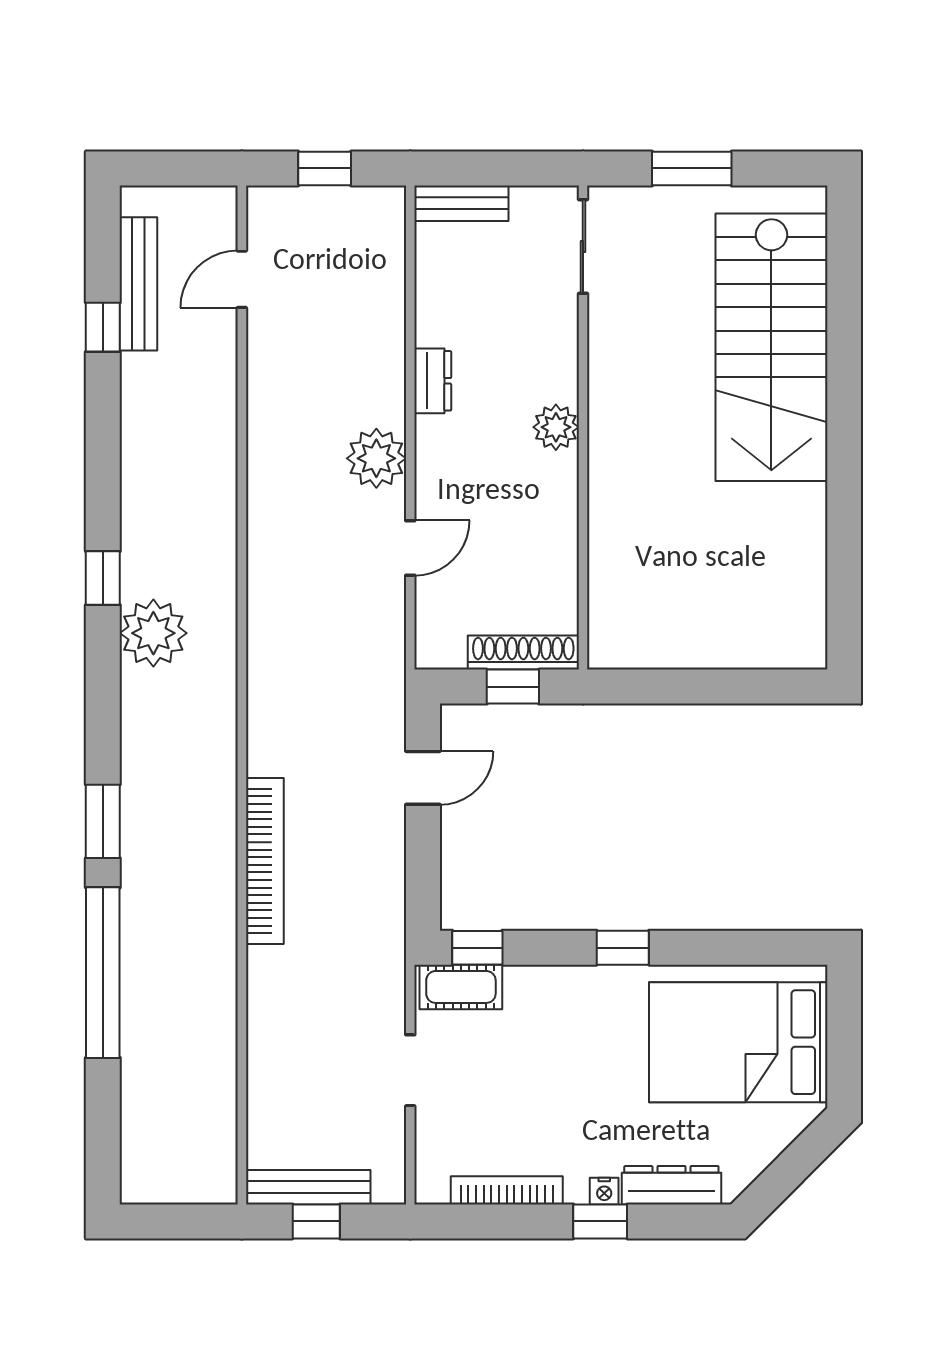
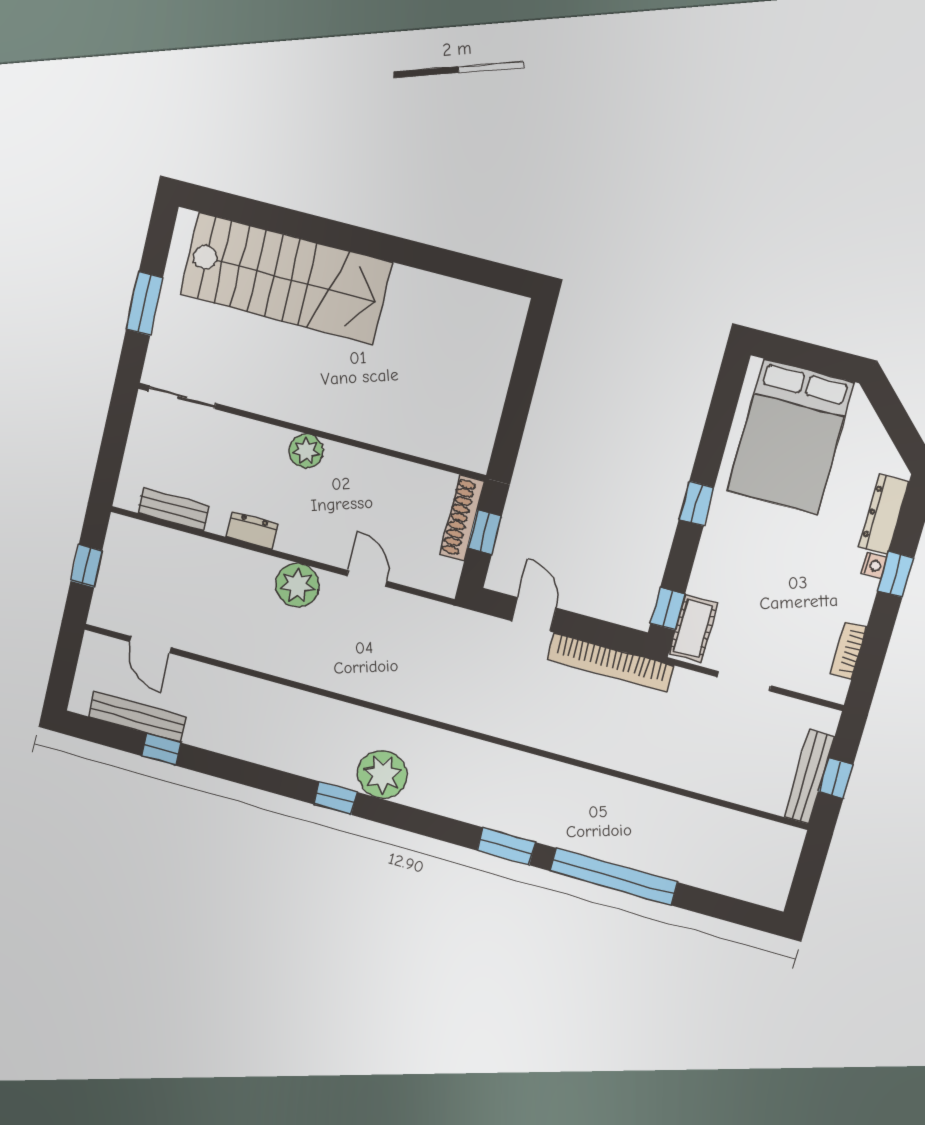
bench: (461, 203) -> (173, 509), moved, turned 90
bookcase: (265, 861) -> (610, 662), moved, turned 180
bookcase: (507, 1190) -> (848, 650), width x0.64

